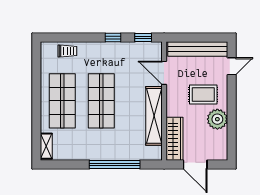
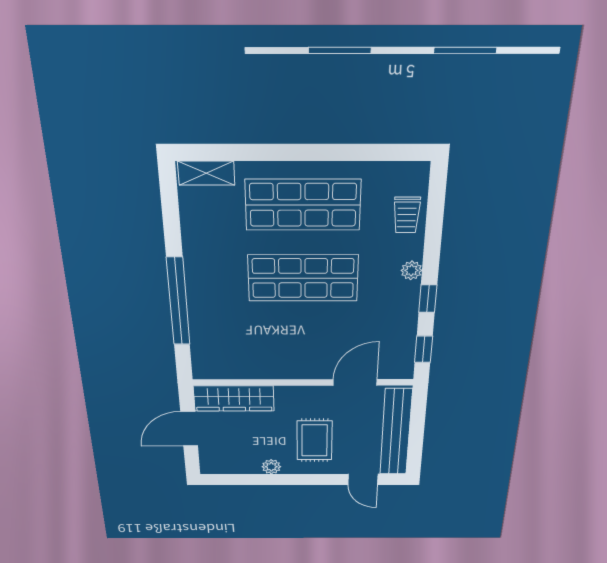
plant: (97, 47) -> (411, 270), added
shelving: (154, 116) -> (275, 367), removed
plant: (217, 119) -> (271, 467), width x0.53, depth x0.53

